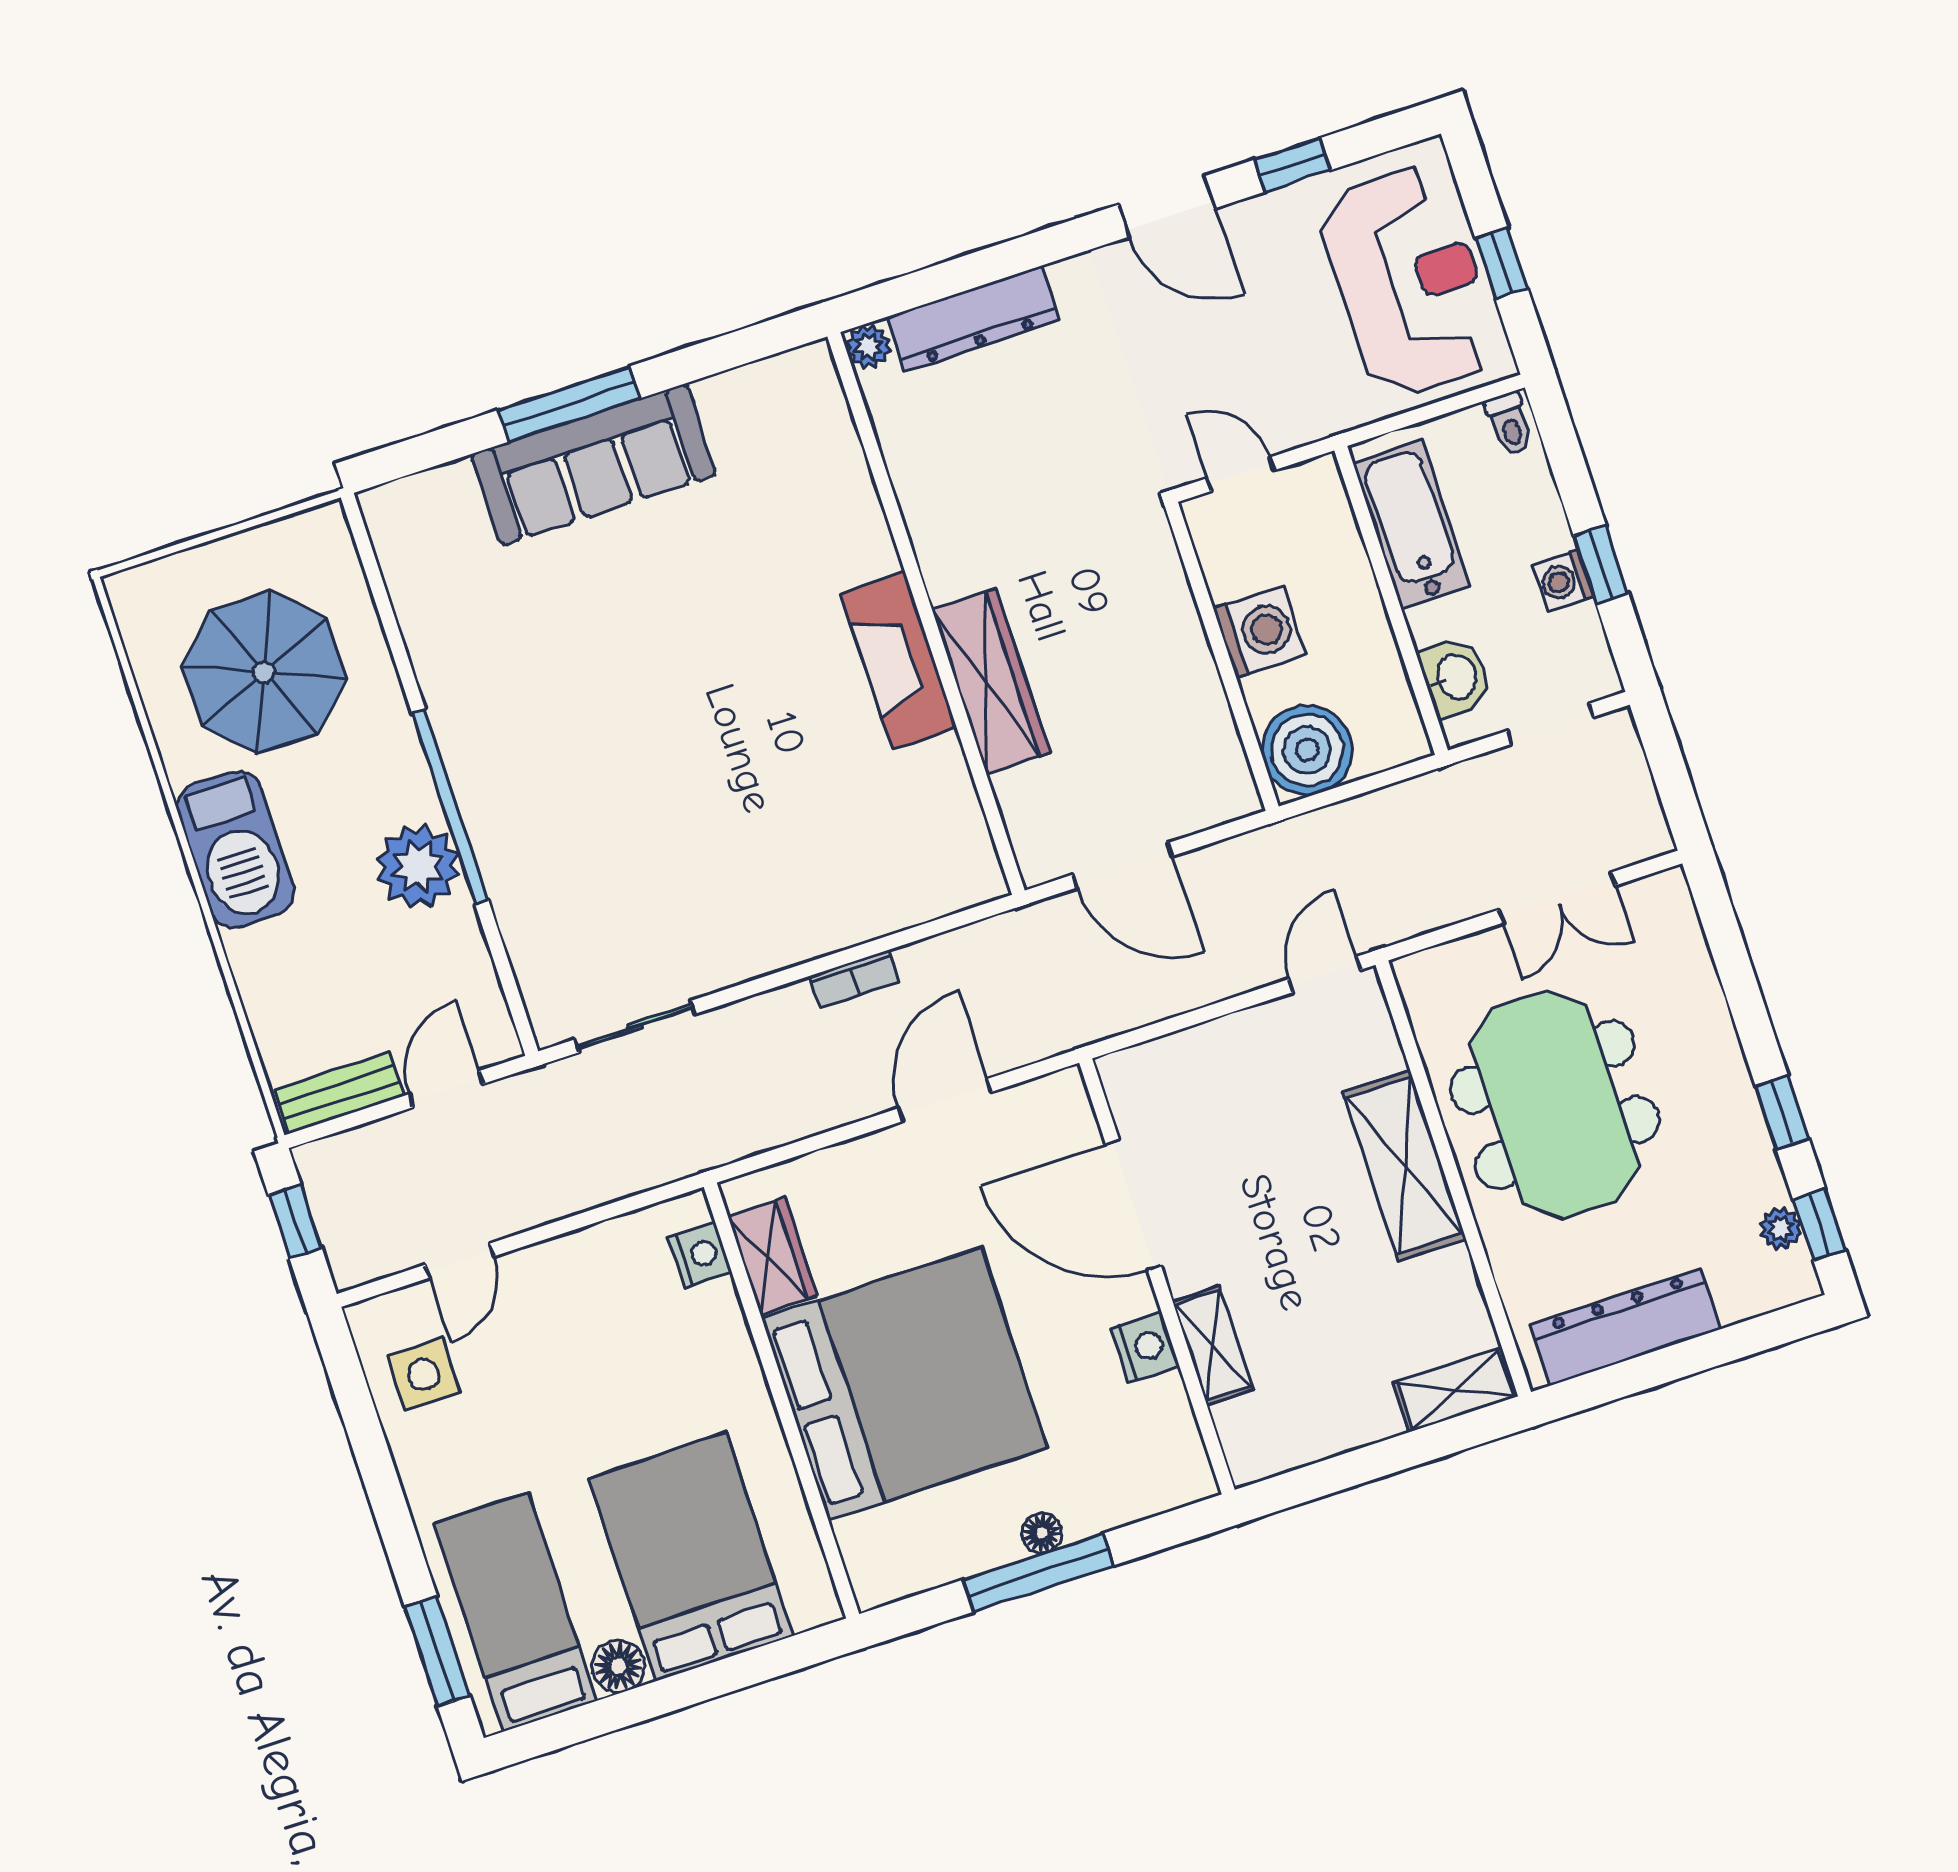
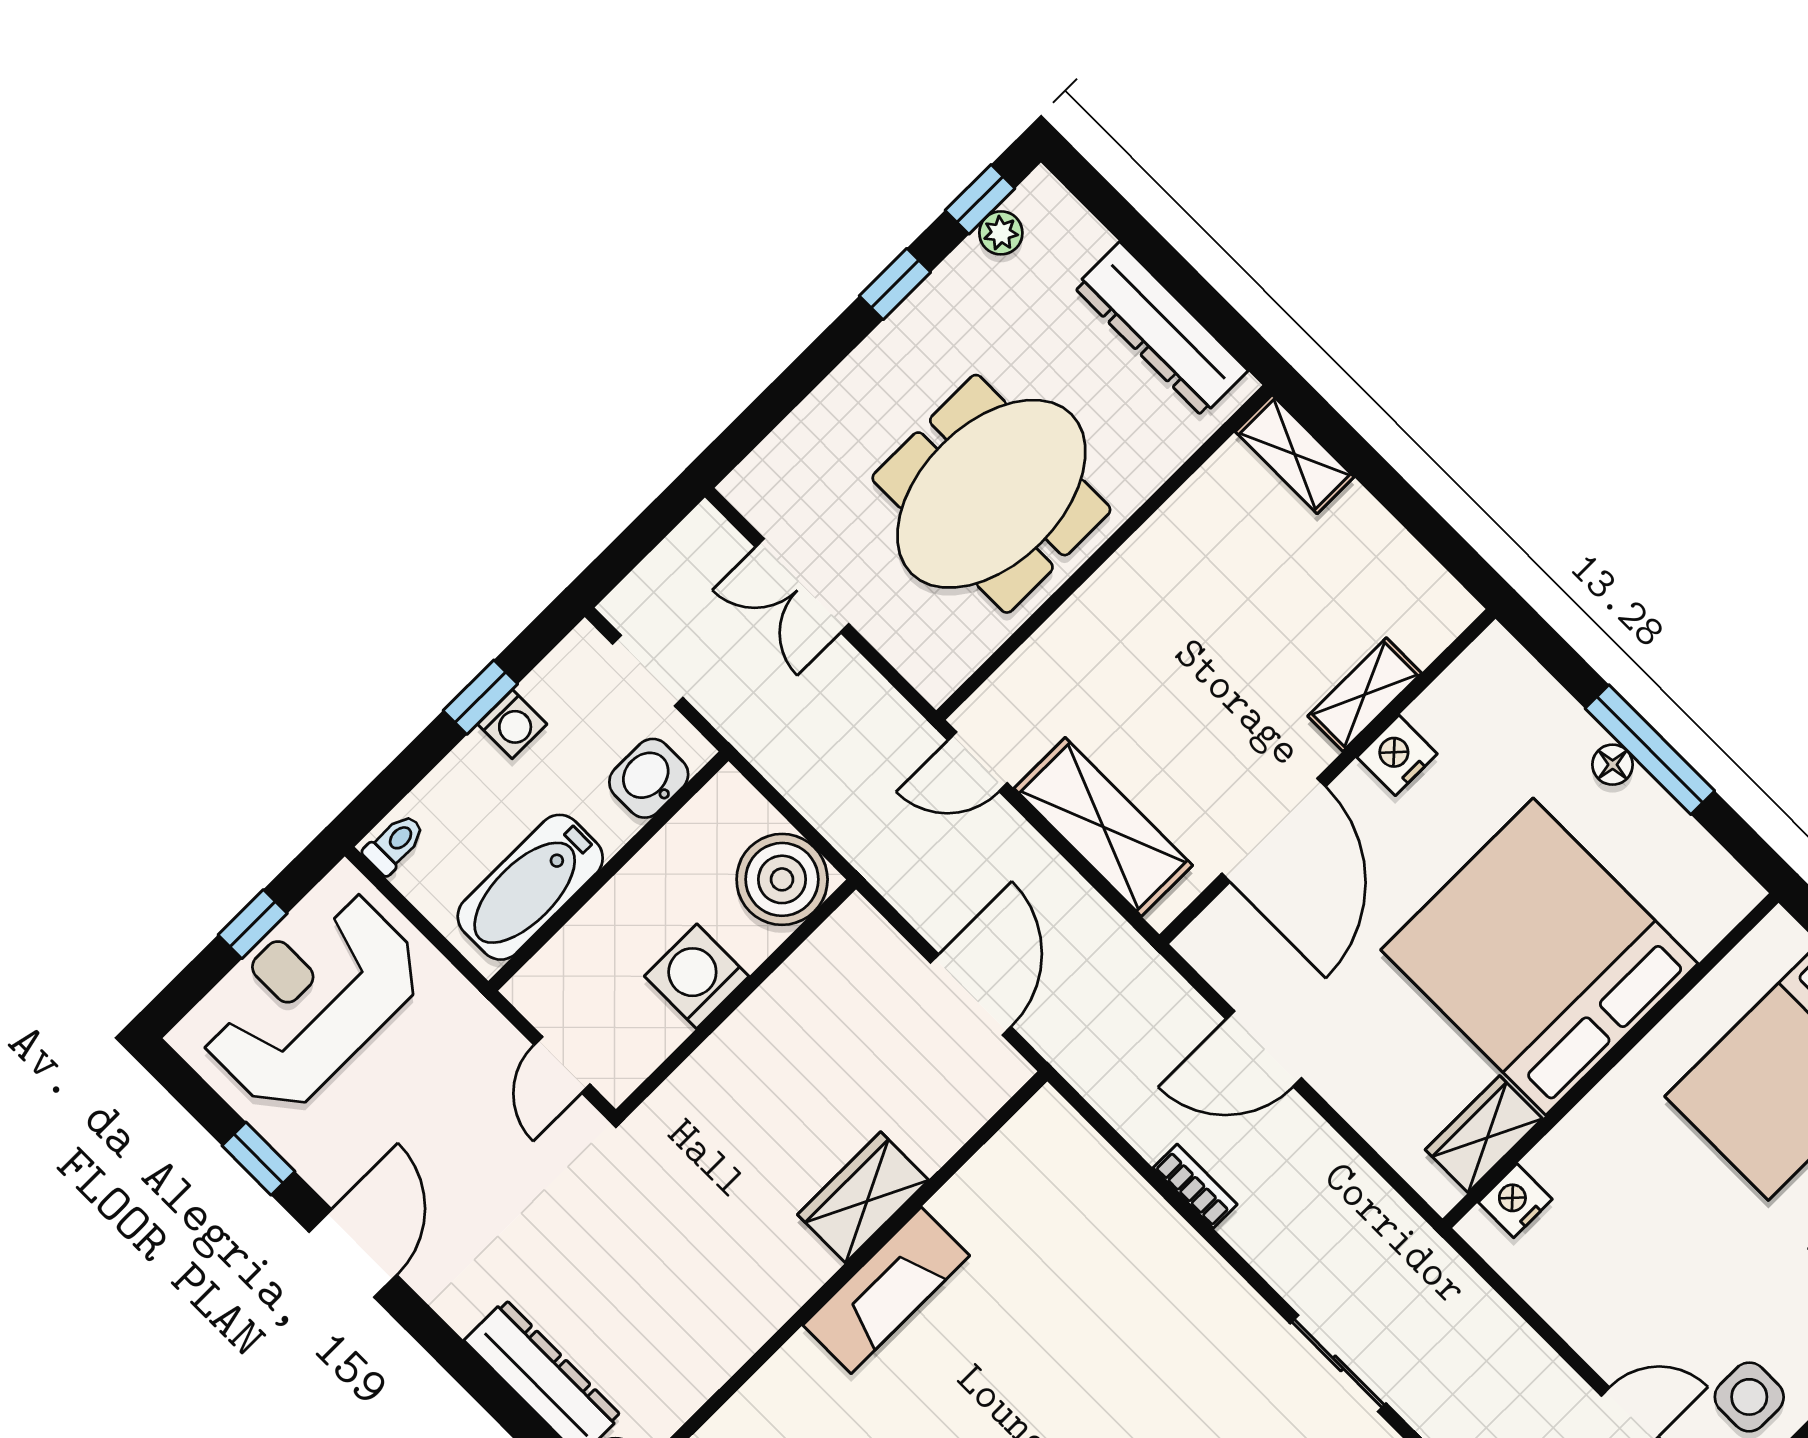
wardrobe: (991, 681) -> (863, 1197), width x0.67
double door: (1557, 898) -> (802, 586), swing flipped
shelving: (1404, 1166) -> (1103, 827), moved, turned 90

